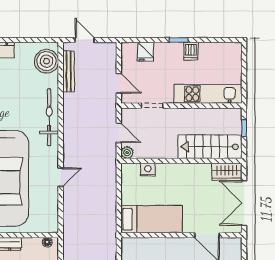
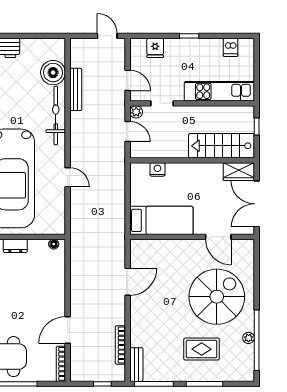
door: (85, 40) -> (107, 36), moved
dishwasher: (191, 51) -> (231, 47), moved
boiler: (46, 61) -> (53, 73), moved
bench: (69, 71) -> (76, 89), moved
plant: (127, 153) -> (136, 112), moved
door: (61, 177) -> (68, 177), hinge flipped

